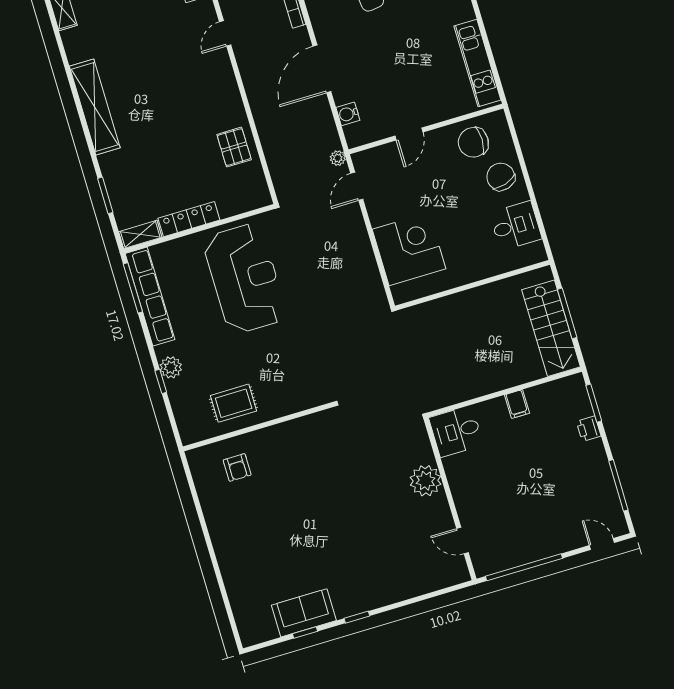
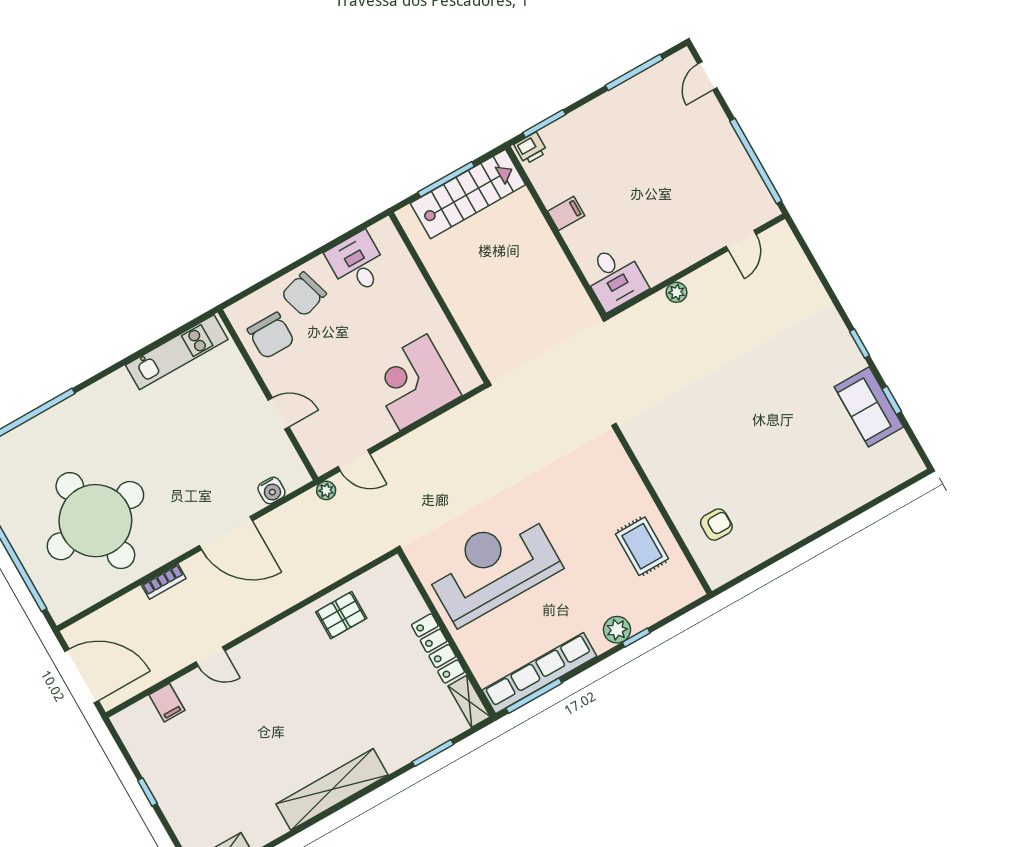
printer: (589, 429) -> (531, 148), moved
plant: (426, 481) -> (677, 292), width x0.53, depth x0.53

